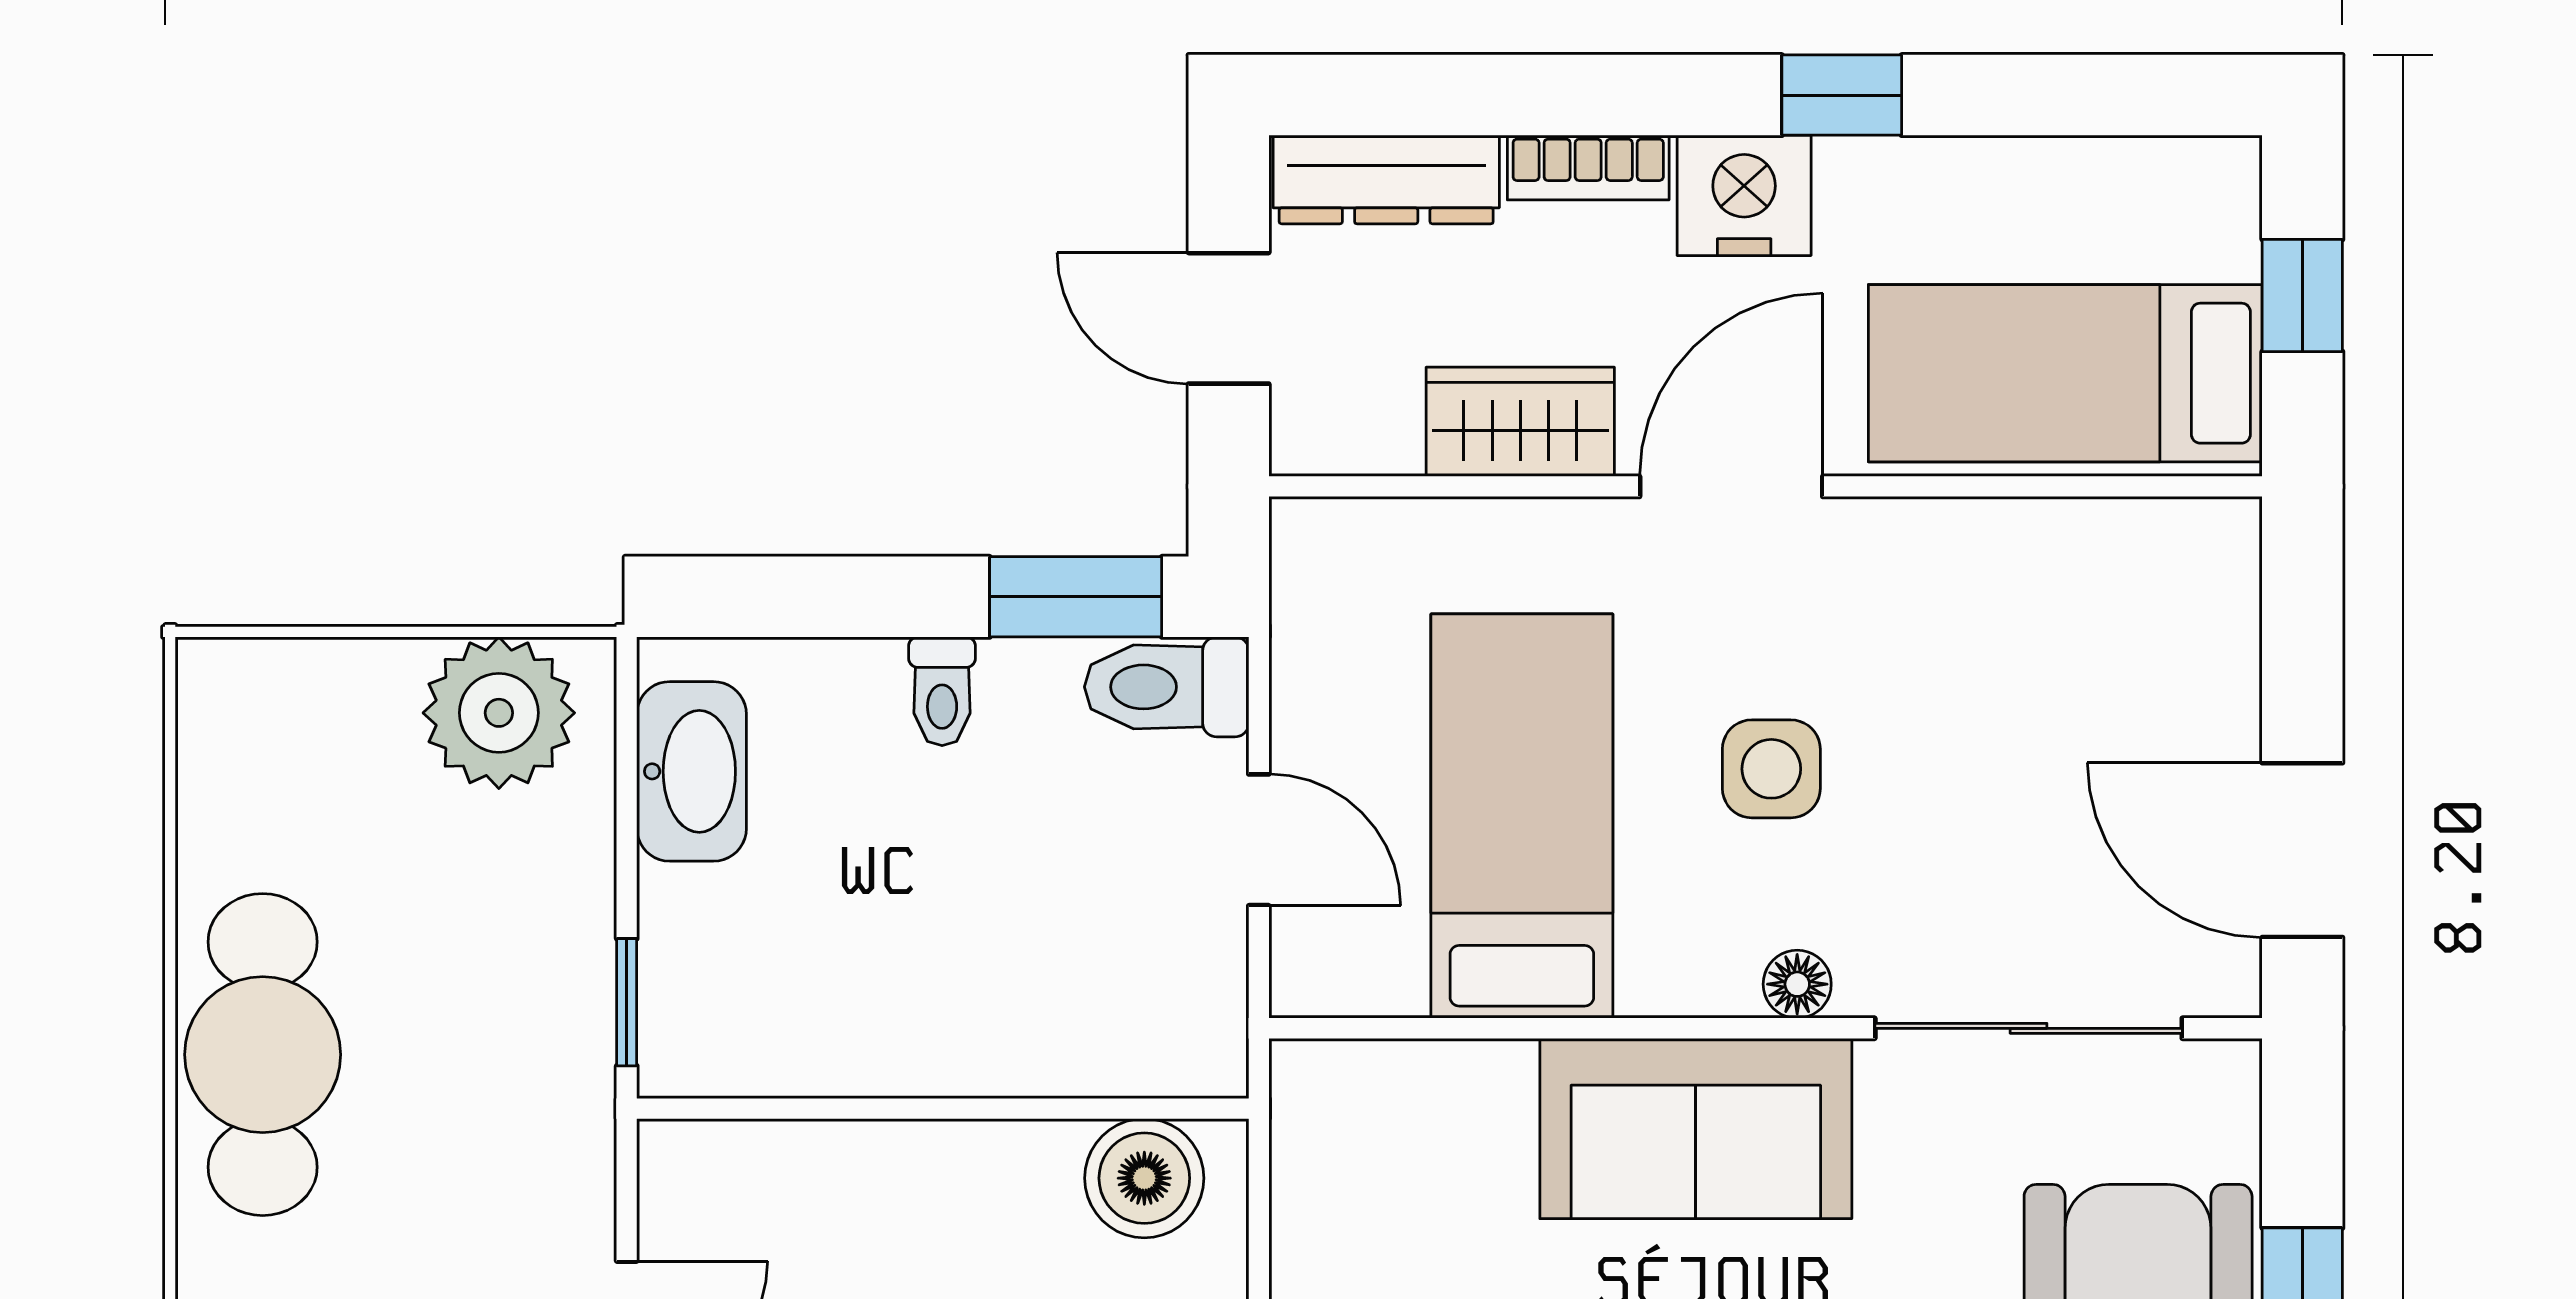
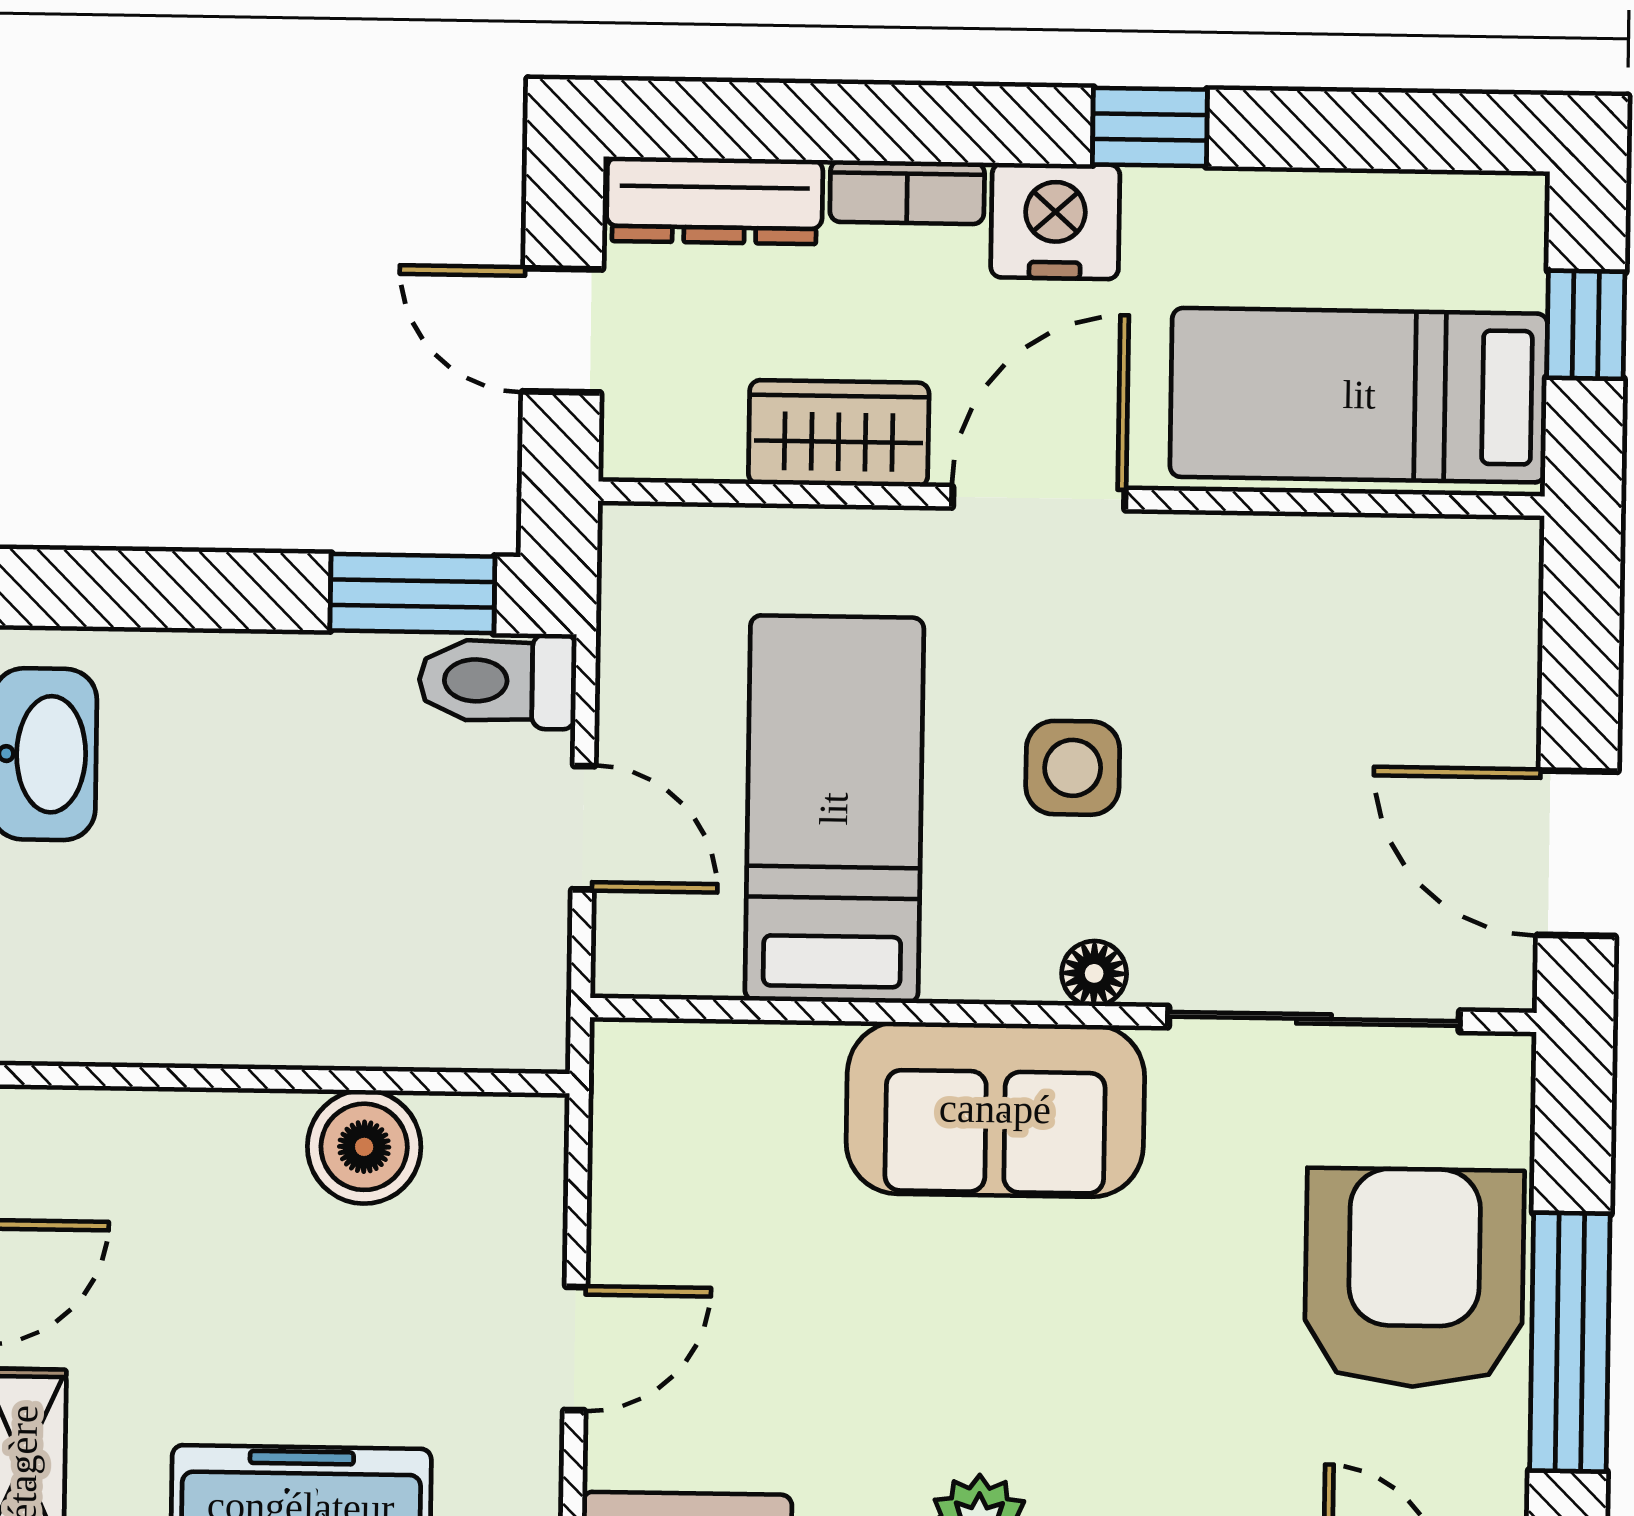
toilet: (942, 691) -> (284, 682), removed
boiler: (1144, 1178) -> (364, 1147), moved

